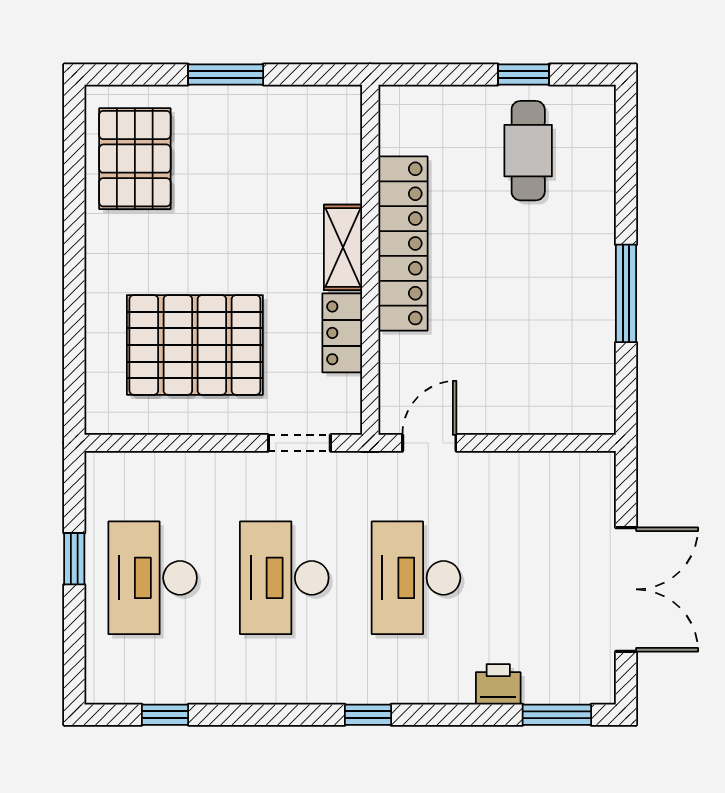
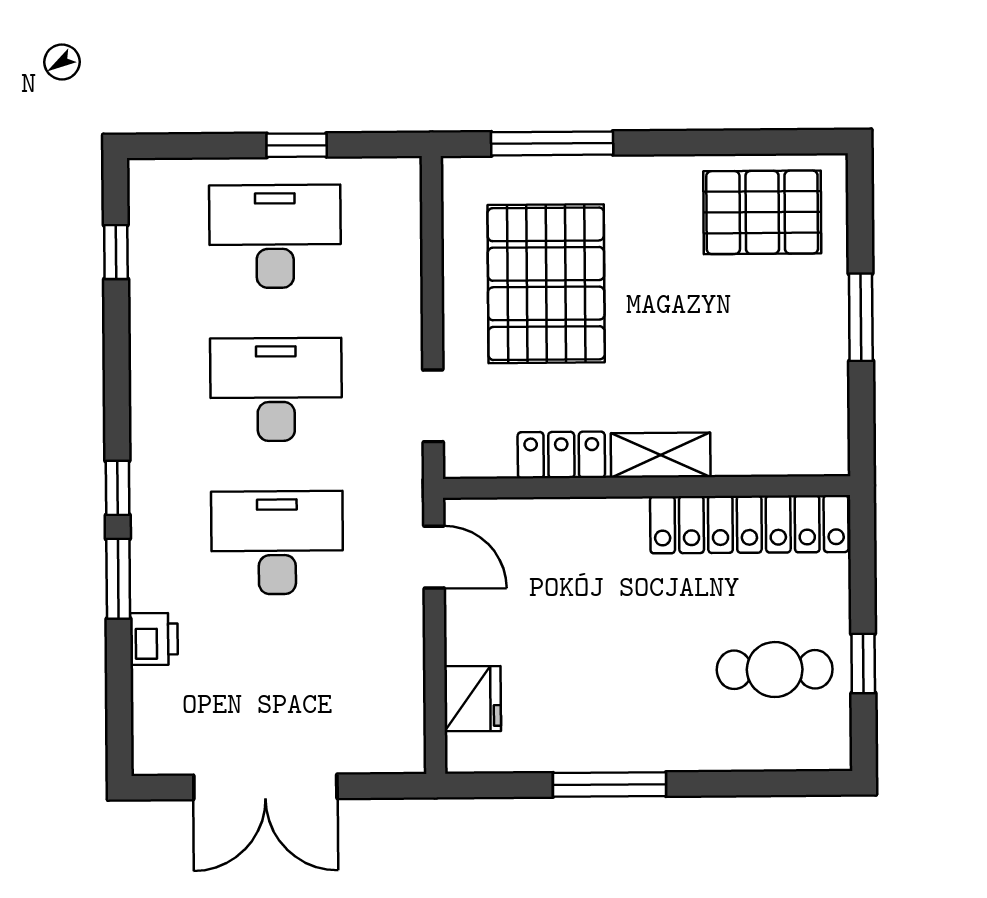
locker: (403, 243) -> (749, 524), moved
window: (74, 339) -> (552, 143), added
fridge: (551, 411) -> (473, 699), added
window: (557, 715) -> (118, 579), moved

